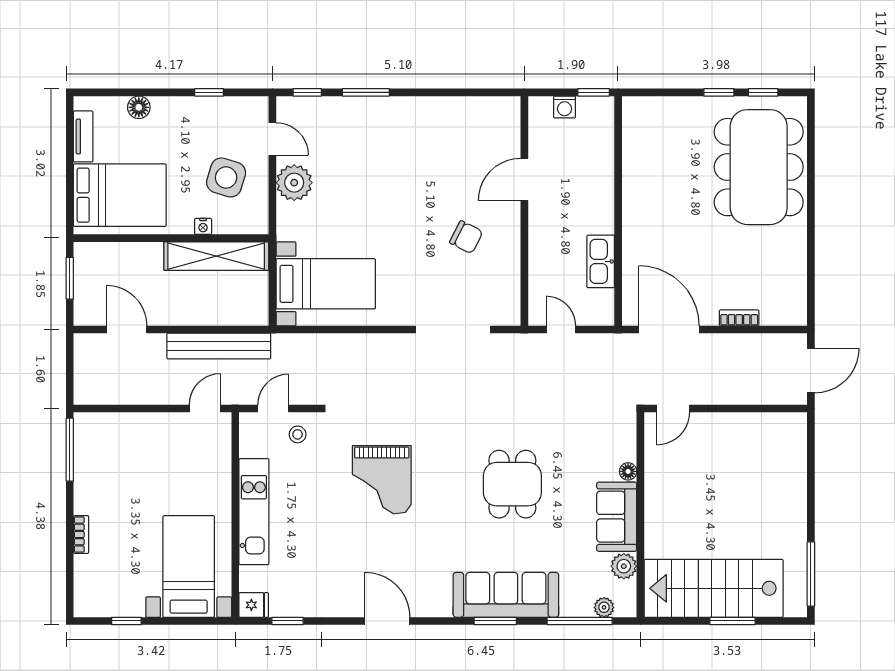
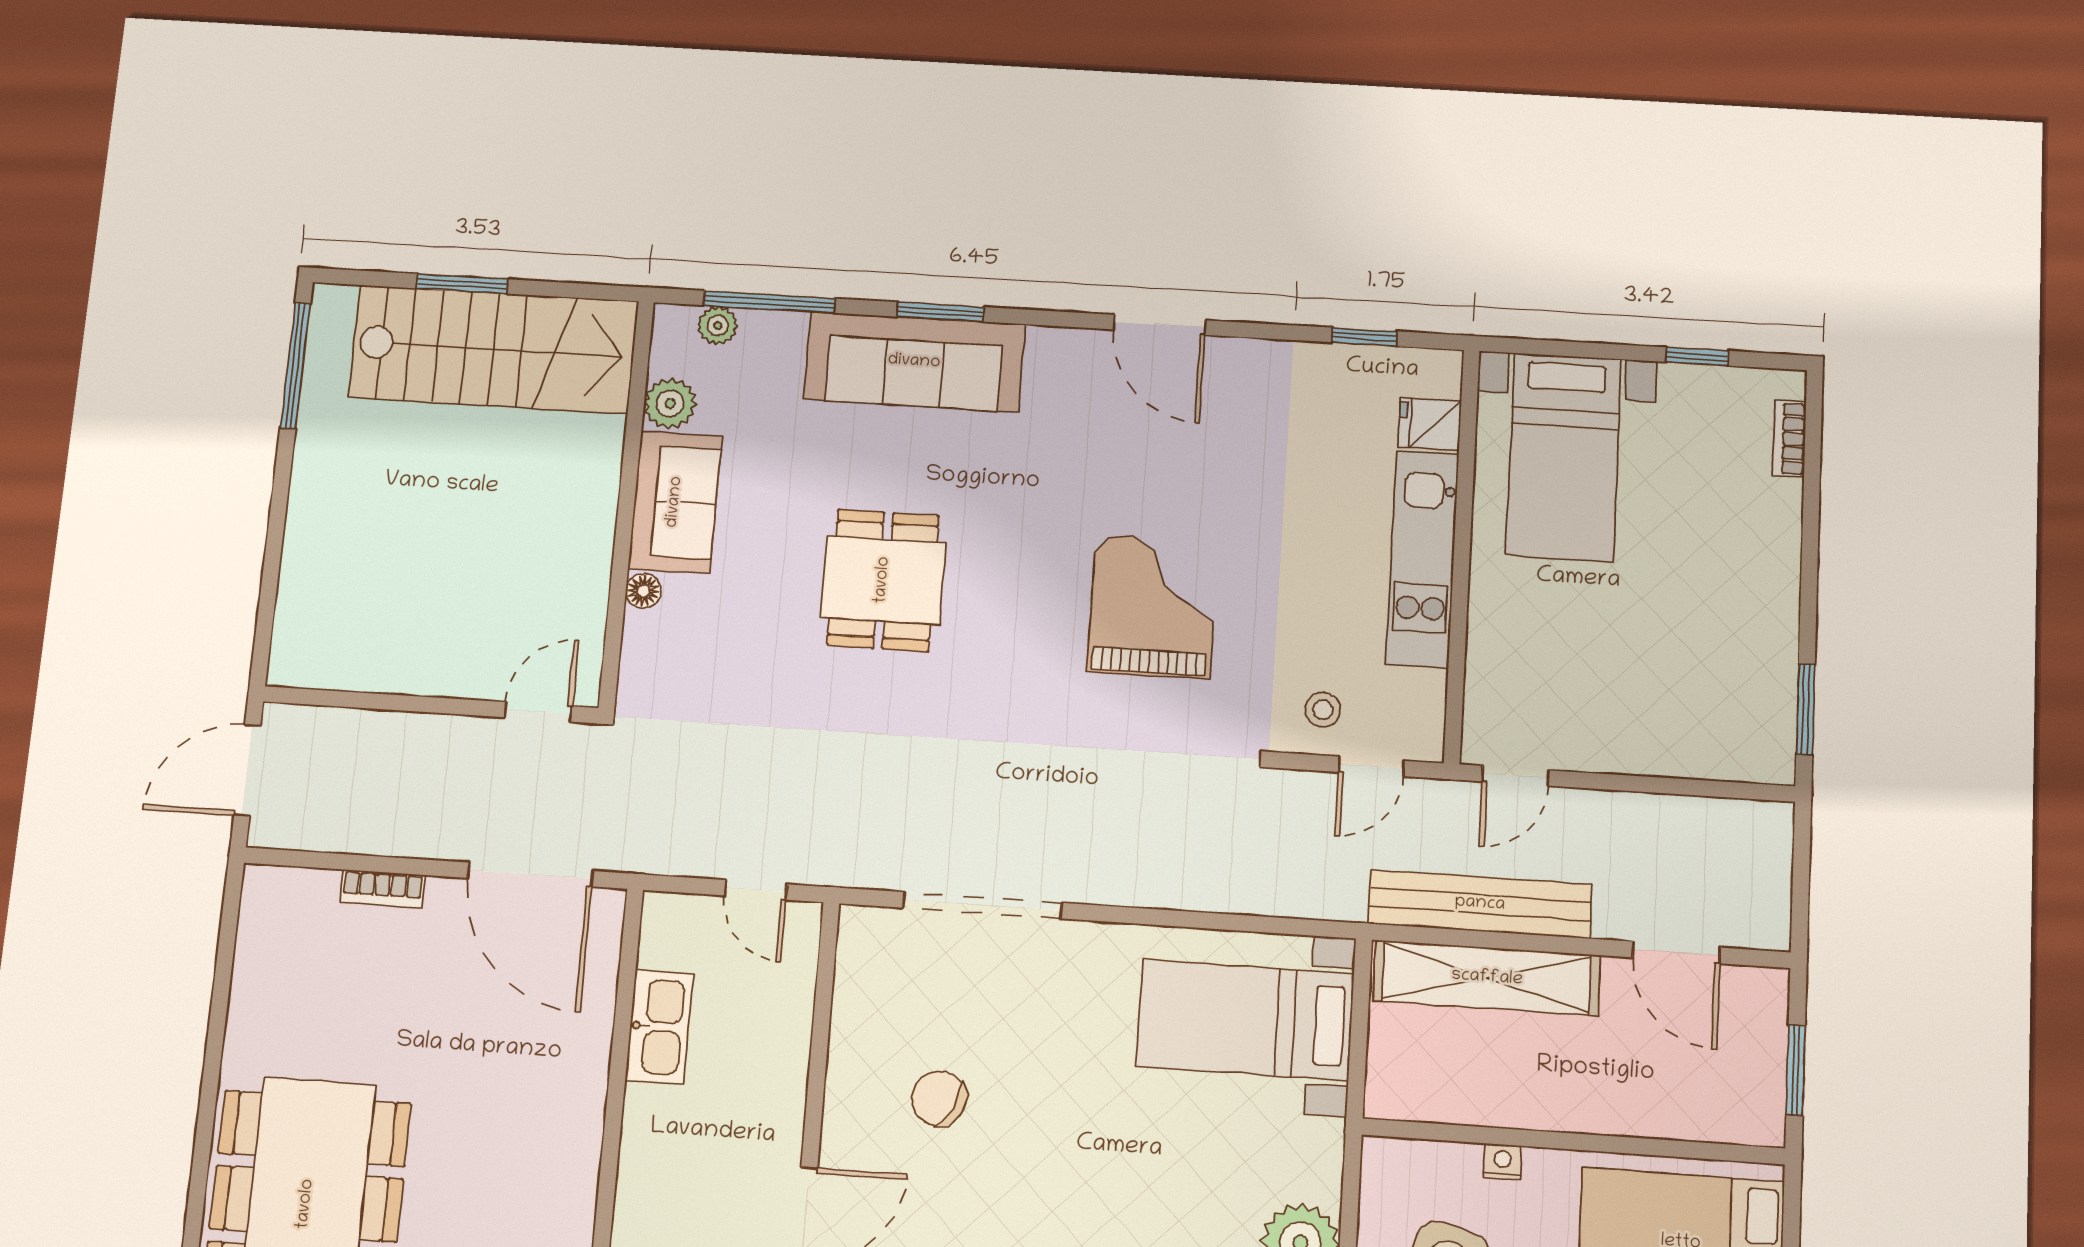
shelving: (216, 256) -> (1487, 978), moved
window: (70, 450) -> (1806, 709), width x0.69
bookcase: (81, 535) -> (1789, 439), moved
fridge: (254, 605) -> (1430, 424), moved

